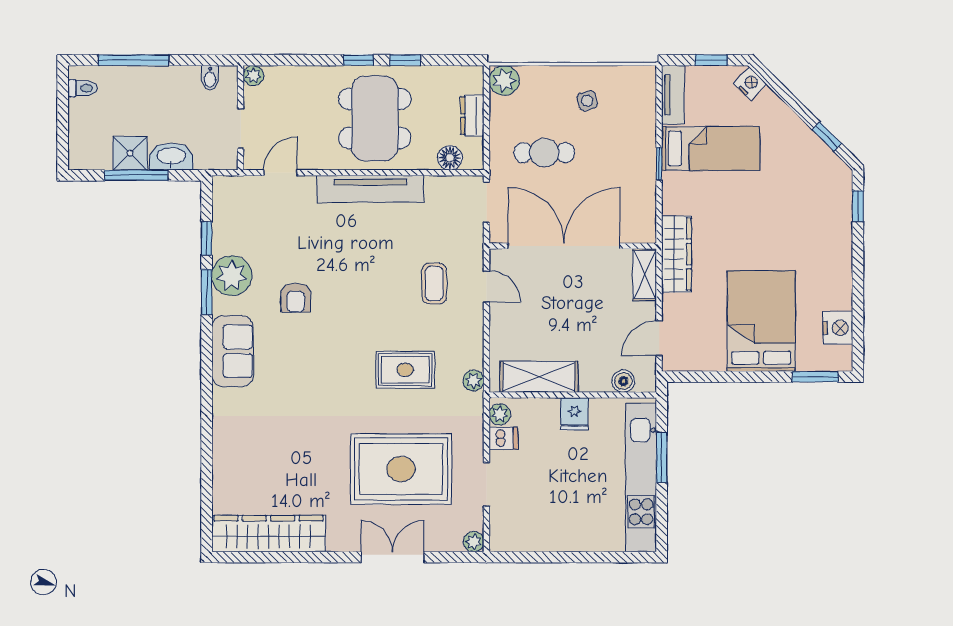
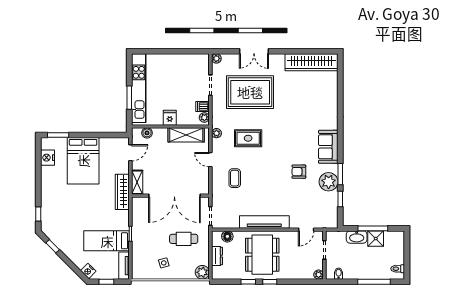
door: (486, 287) -> (210, 160), moved
armchair: (296, 298) -> (299, 172), turned -90

